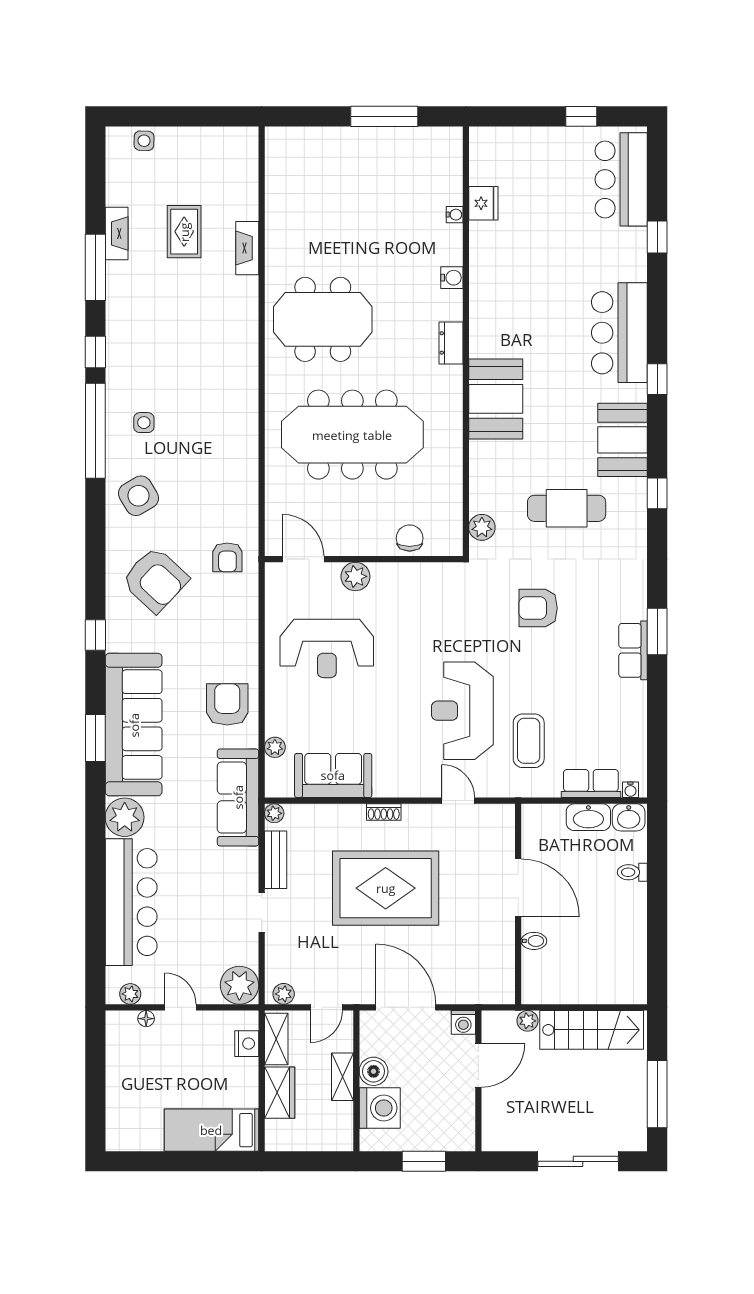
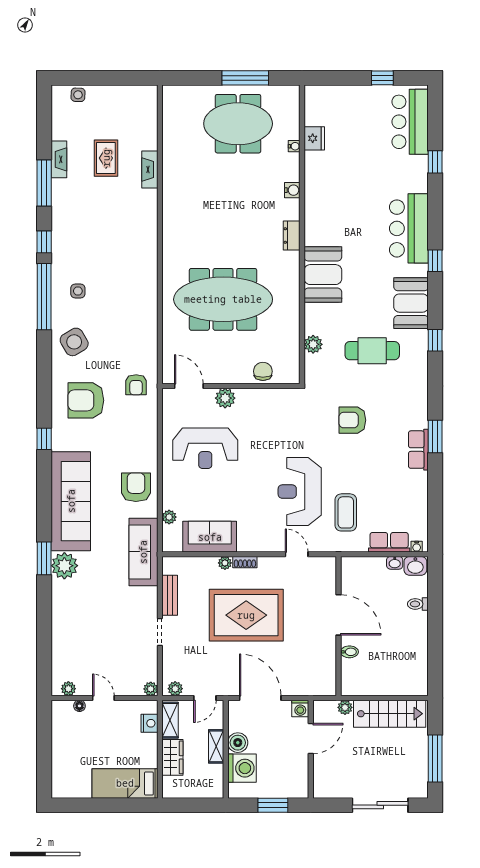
meeting table: (323, 319) -> (238, 124), moved
plant: (482, 527) -> (313, 344), moved
armchair: (155, 580) -> (86, 400), turned 137
window: (95, 738) -> (44, 558), moved
plant: (274, 813) -> (225, 563), moved
washbasin: (588, 817) -> (395, 563), width x0.52, depth x0.69
bar counter: (131, 902) -> (69, 625), removed
plant: (239, 985) -> (151, 689), width x0.53, depth x0.53

